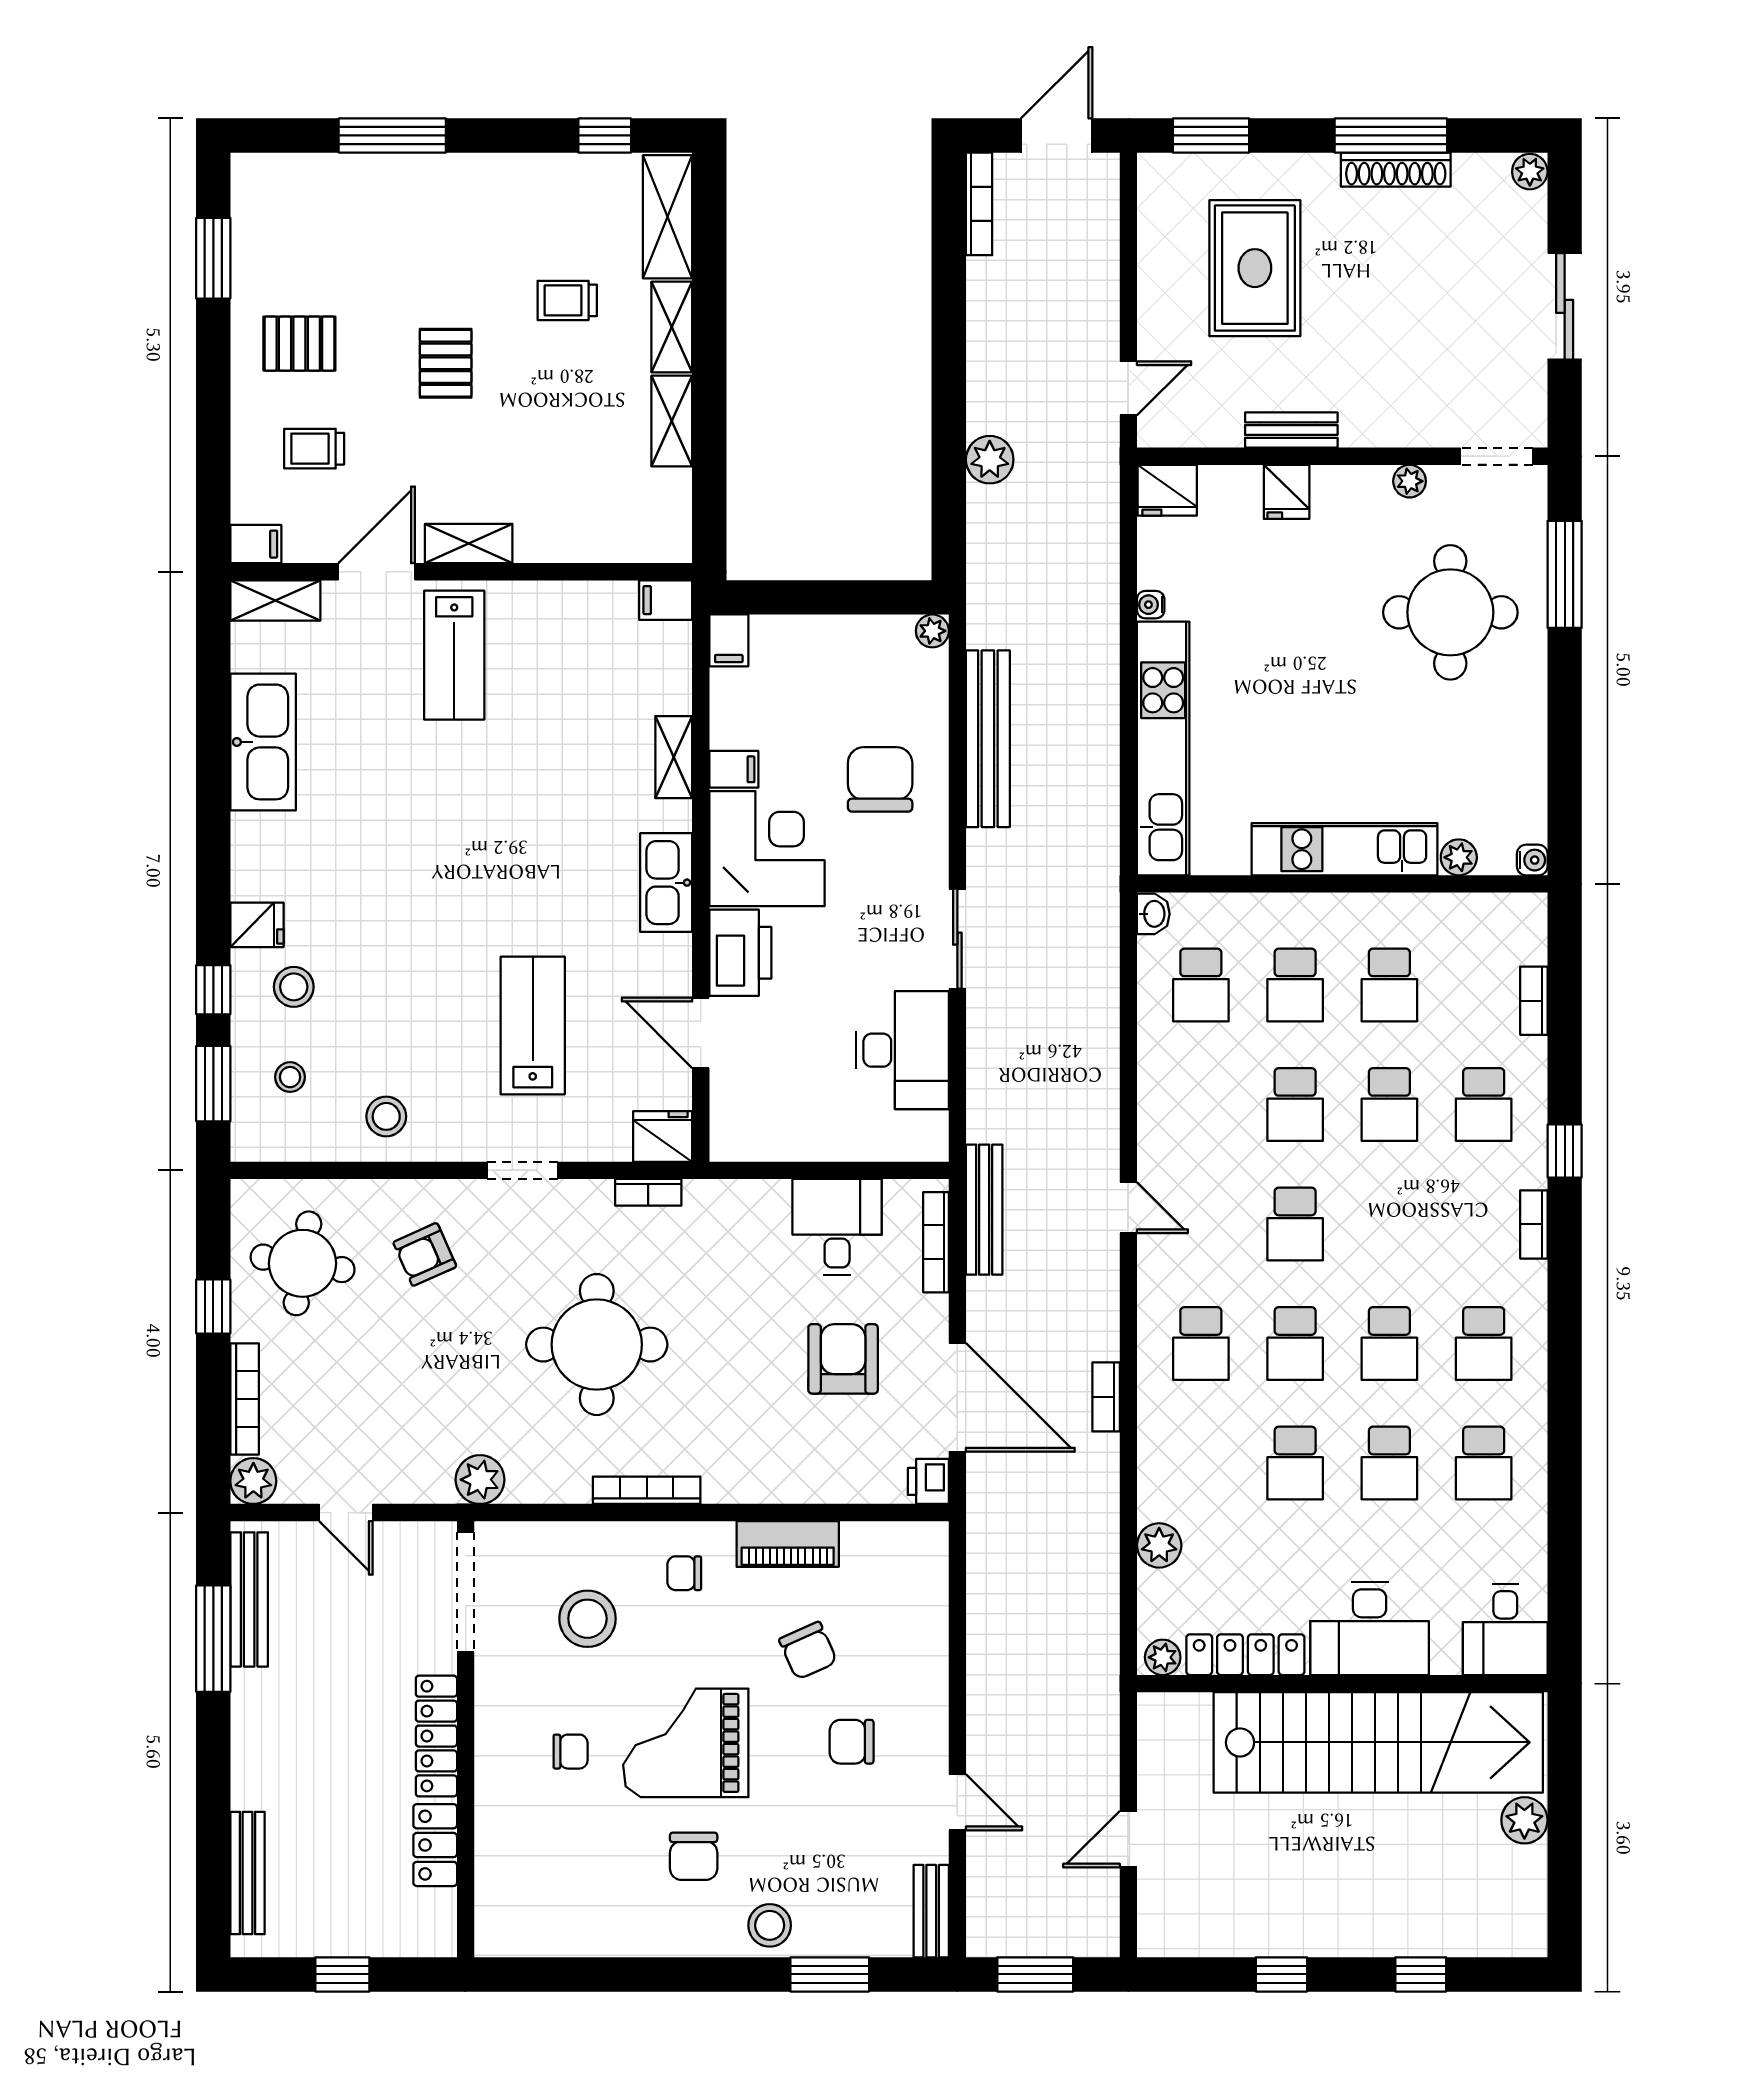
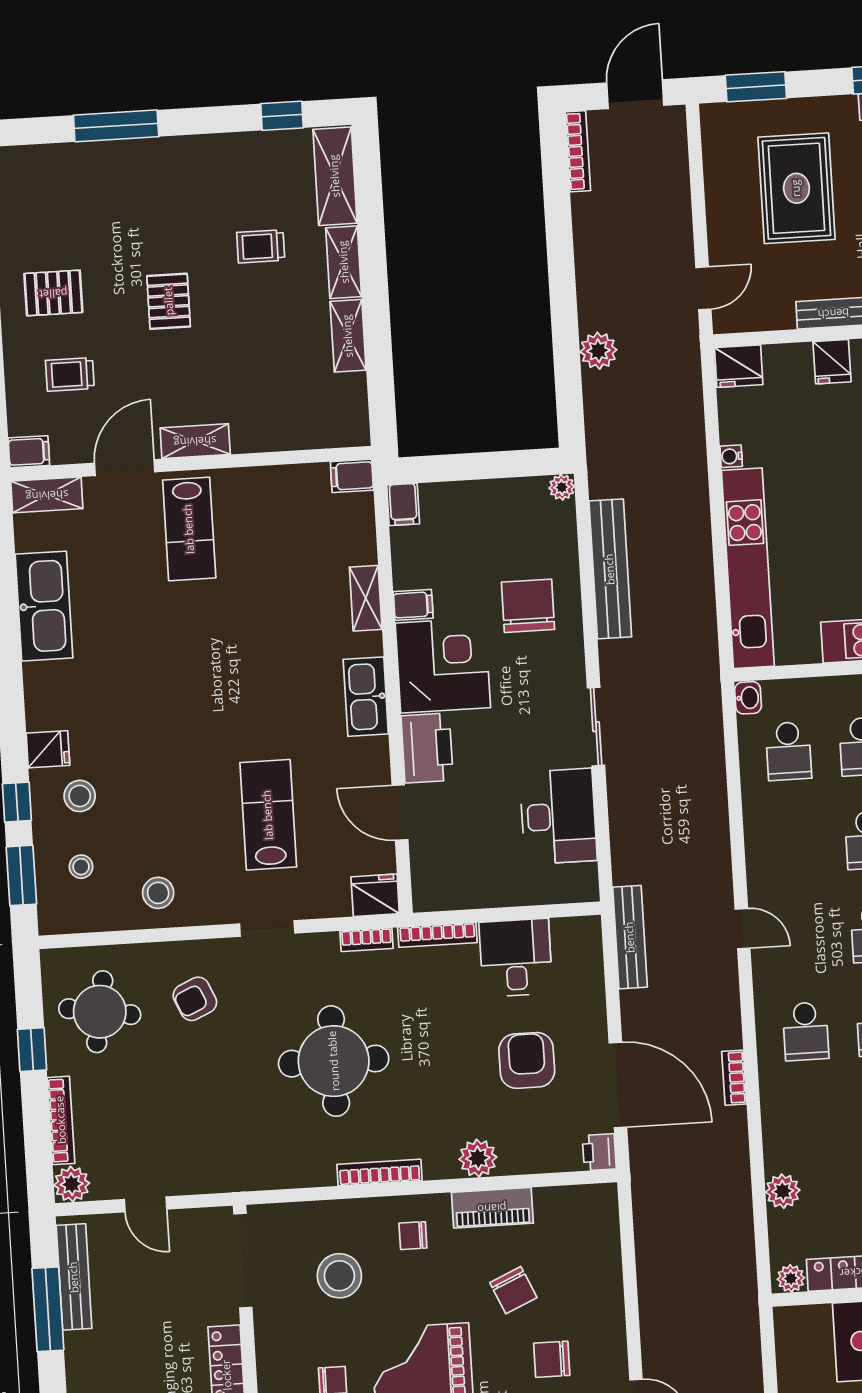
bookcase: (936, 1242) -> (437, 935), moved, turned -90
plant: (480, 1480) -> (478, 1158), moved

